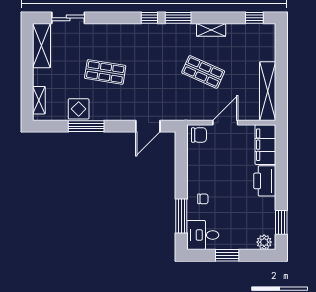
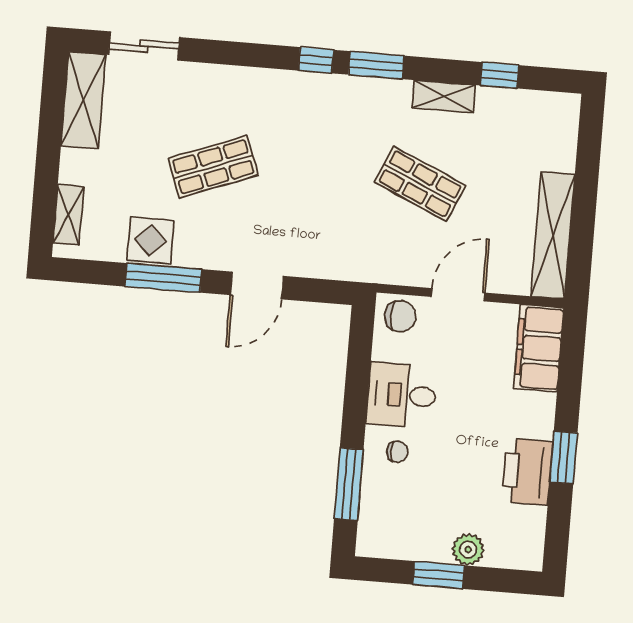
window: (254, 18) -> (499, 75), moved
shop shelf: (105, 72) -> (213, 167), turned -30
door: (148, 126) -> (257, 286), moved
printer: (265, 181) -> (527, 472), moved
window: (281, 222) -> (563, 458), moved
desk: (203, 235) -> (402, 395), moved
plant: (264, 242) -> (468, 550), moved

